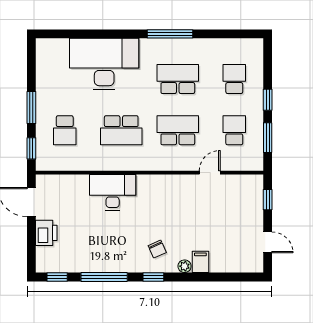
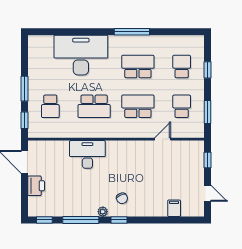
window: (268, 100) -> (207, 70), moved
filing cabinet: (200, 262) -> (174, 208), moved
plant: (185, 266) -> (103, 212), moved

